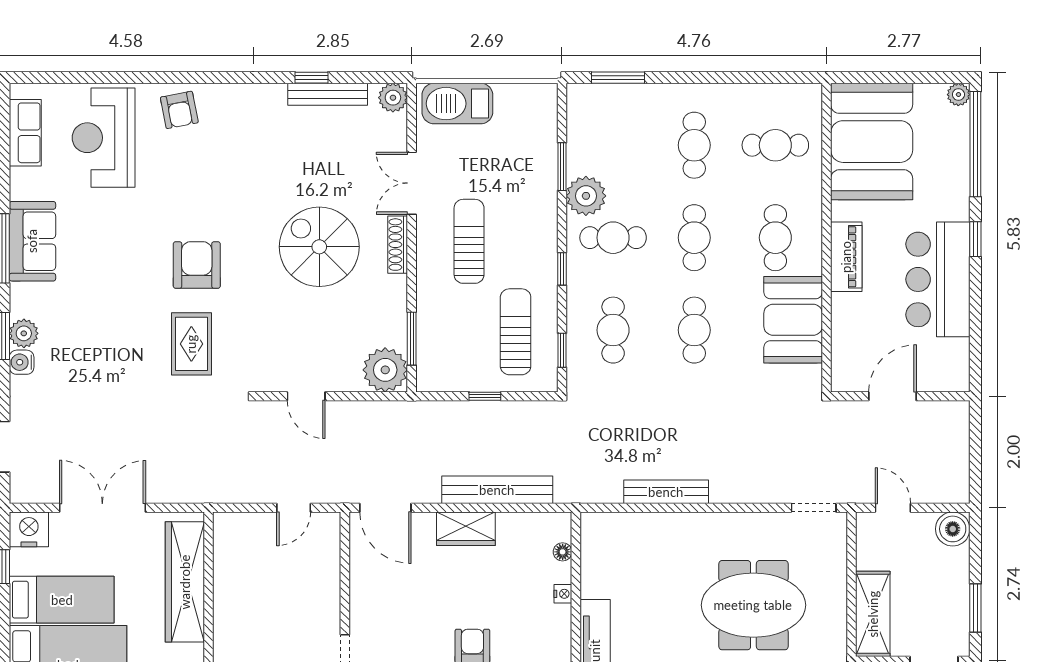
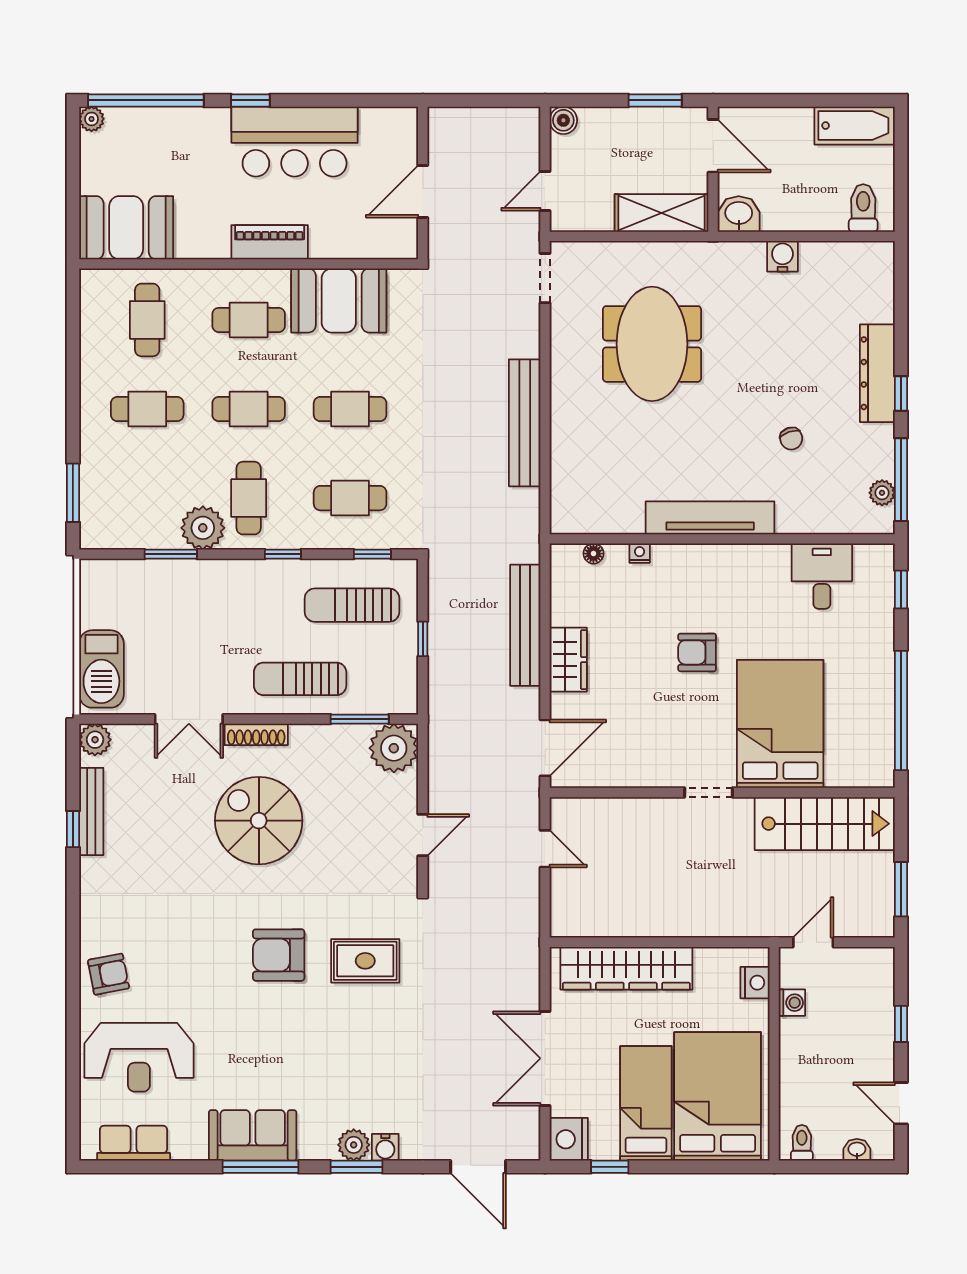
booth: (872, 142) -> (126, 228), width x0.73, depth x0.70
sun lounger: (469, 241) -> (300, 679), moved
spiral stairs: (319, 247) -> (259, 821), turned 90
door: (893, 396) -> (423, 191), hinge flipped
bench: (666, 492) -> (525, 423), width x1.37, depth x1.21
boiler: (953, 529) -> (563, 120), width x0.73, depth x0.73

